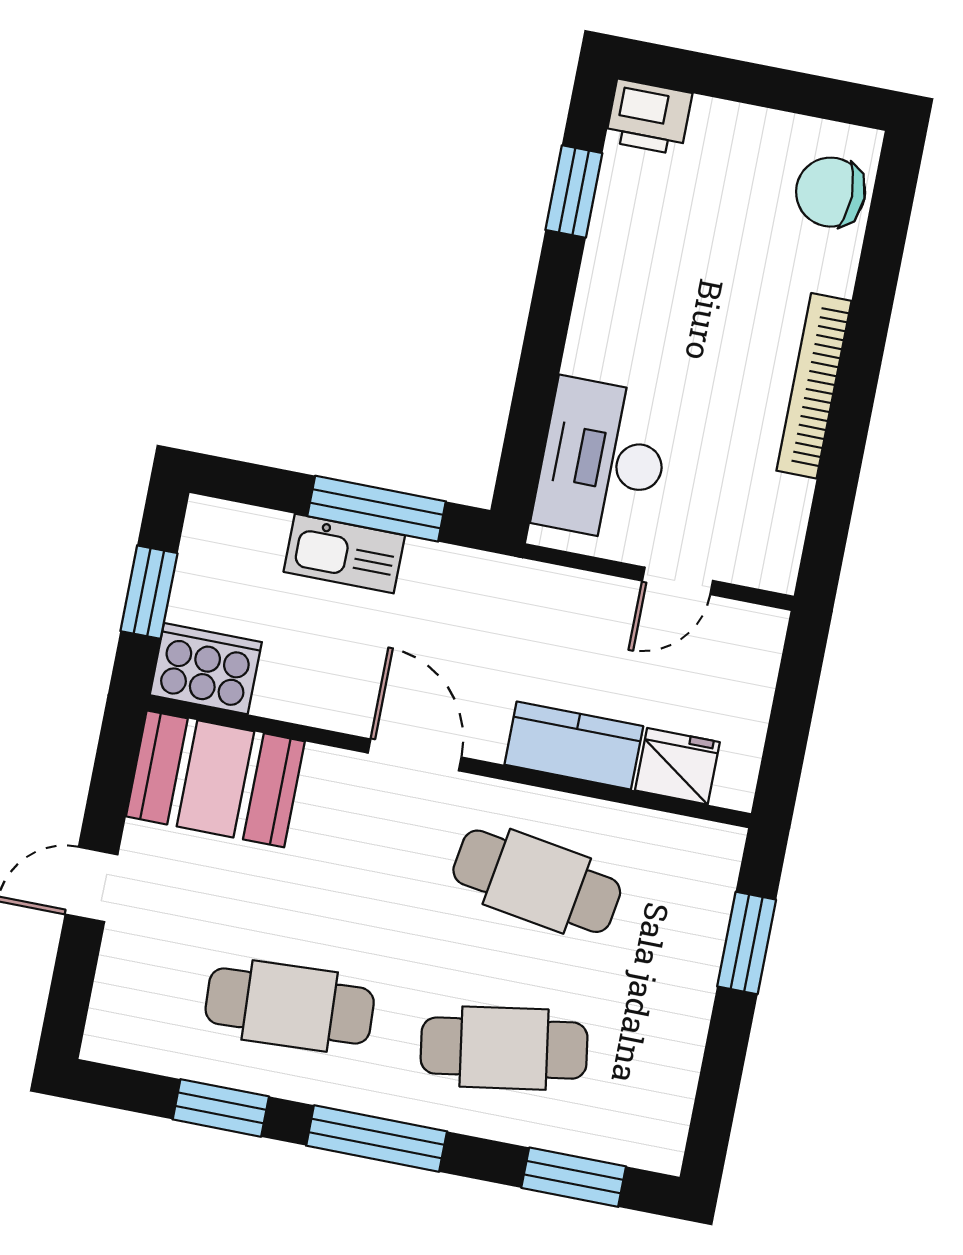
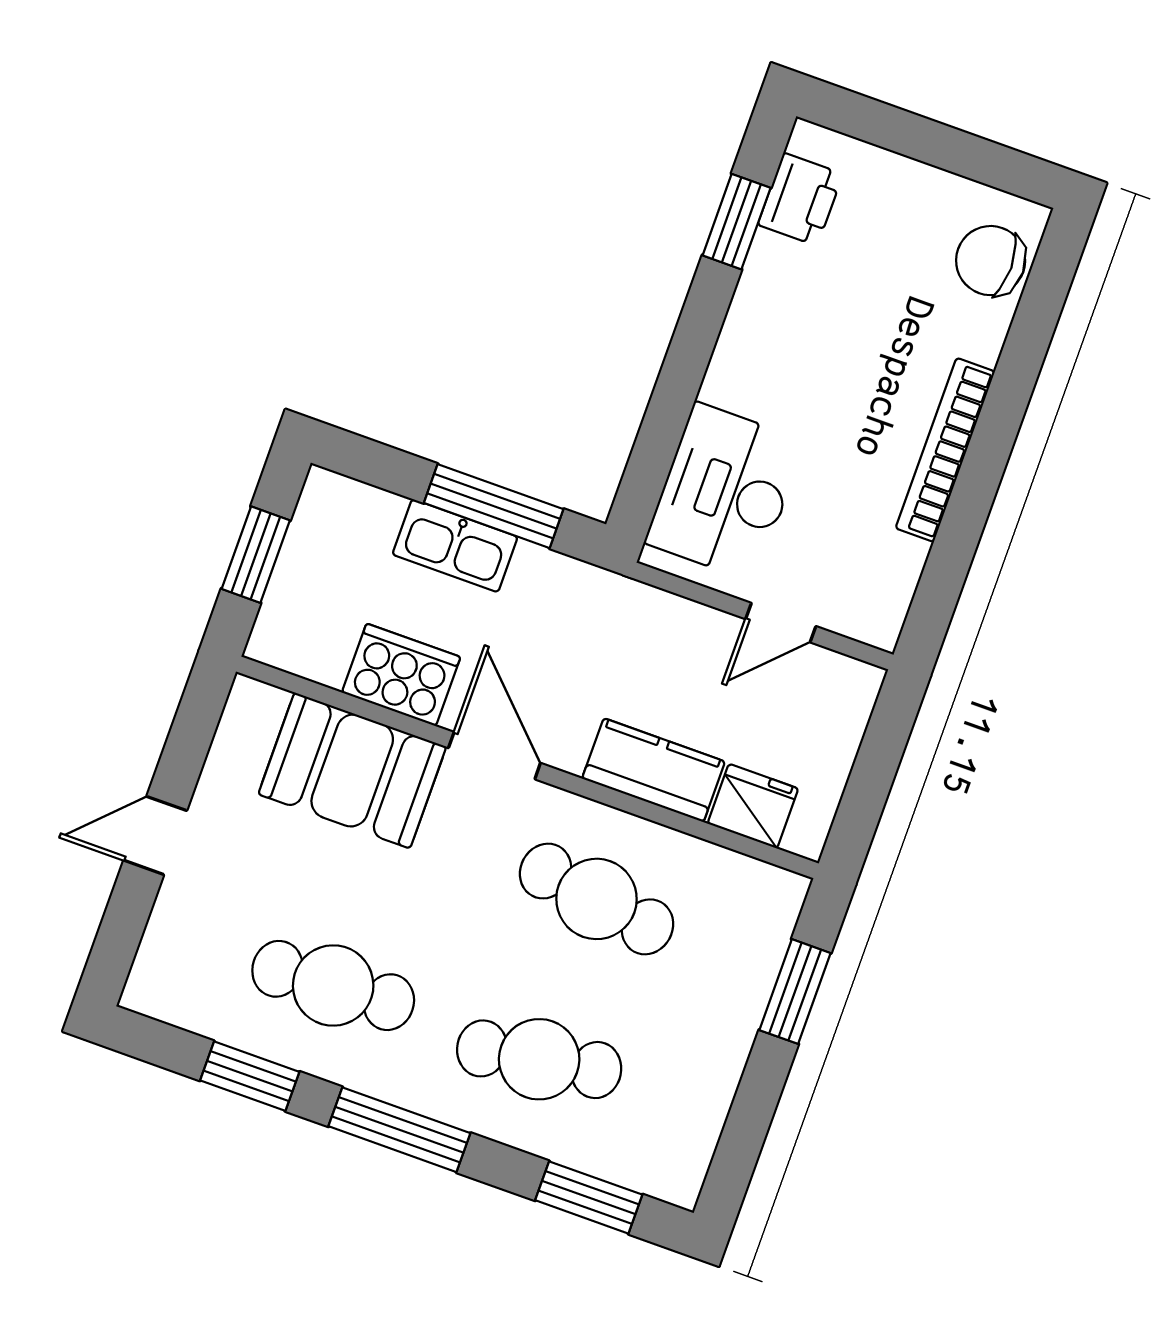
printer: (649, 117) -> (800, 199), moved, turned -90
cooker: (206, 669) -> (401, 675), moved
booth: (215, 779) -> (352, 770), moved

